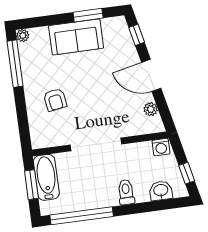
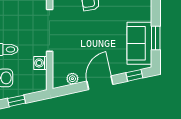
sofa: (76, 37) -> (139, 43), moved
washing machine: (161, 147) -> (40, 63), moved

